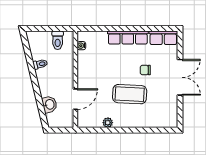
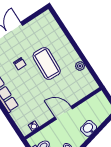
door: (75, 99) -> (64, 113), moved
washbasin: (49, 104) -> (89, 128), moved

